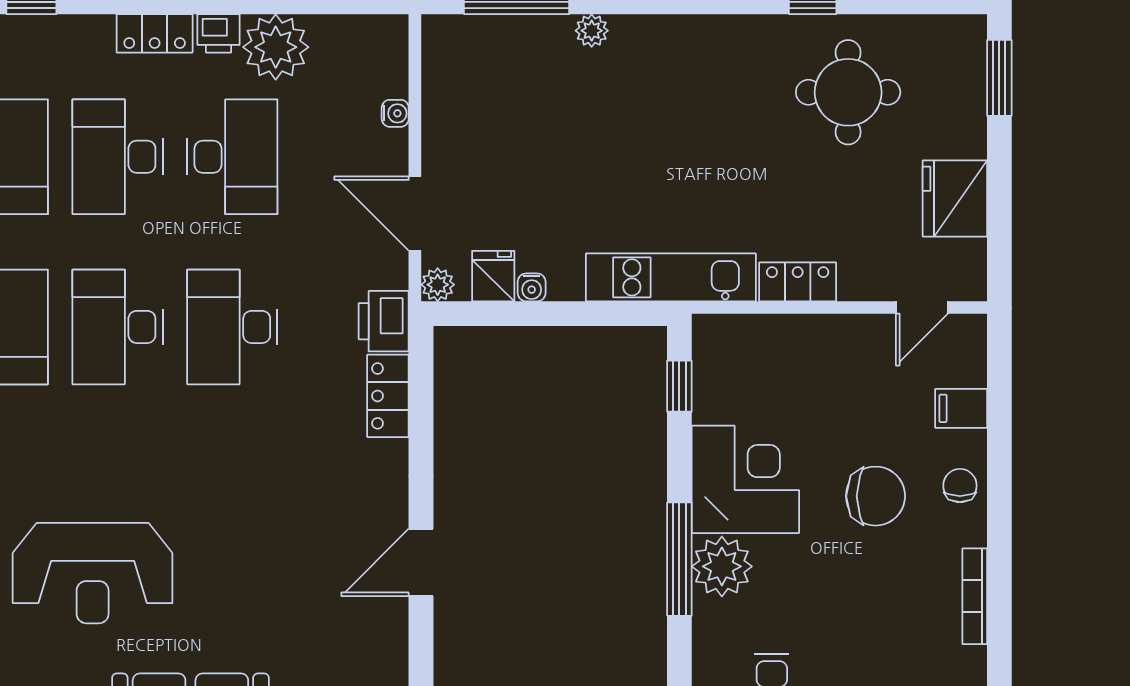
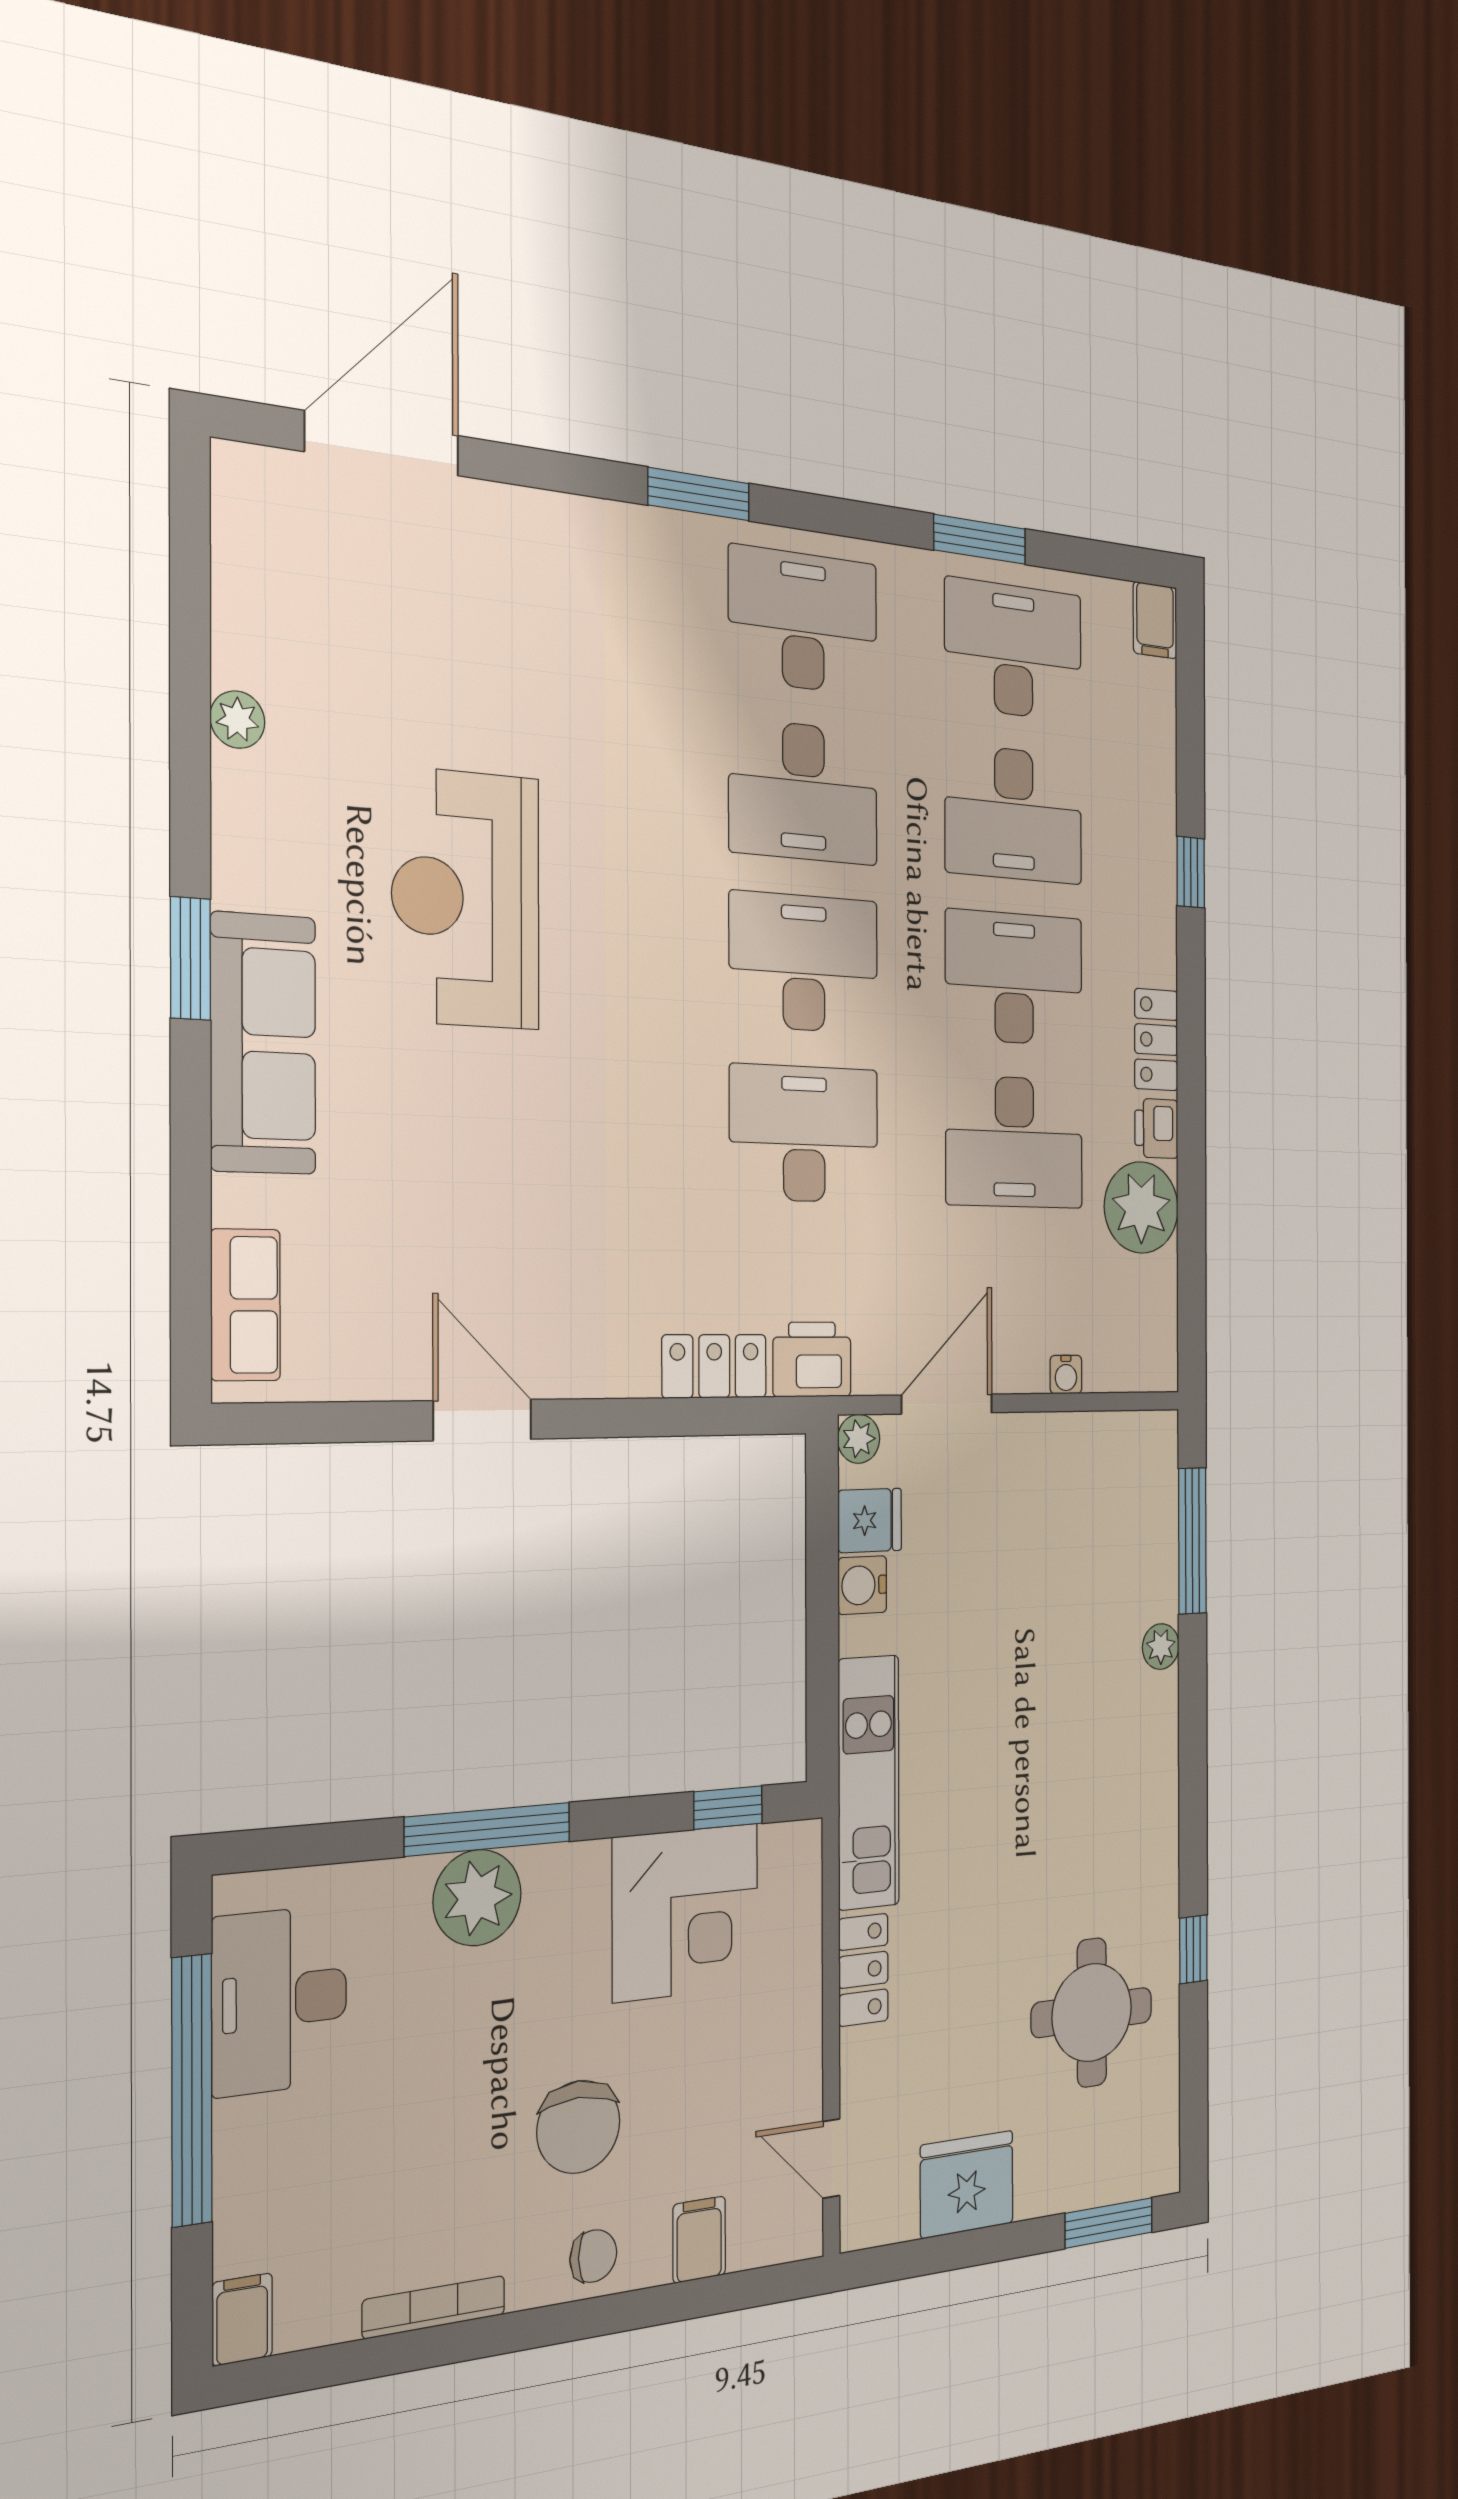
water cooler: (532, 287) -> (862, 1585), width x1.38, depth x1.38
corner desk: (745, 479) -> (686, 1912), moved

